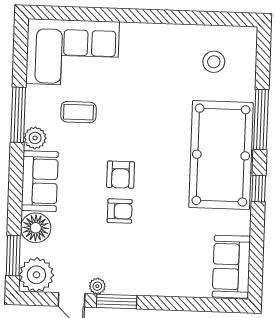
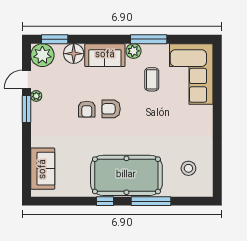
sofa: (231, 267) -> (43, 169), moved, turned 90

